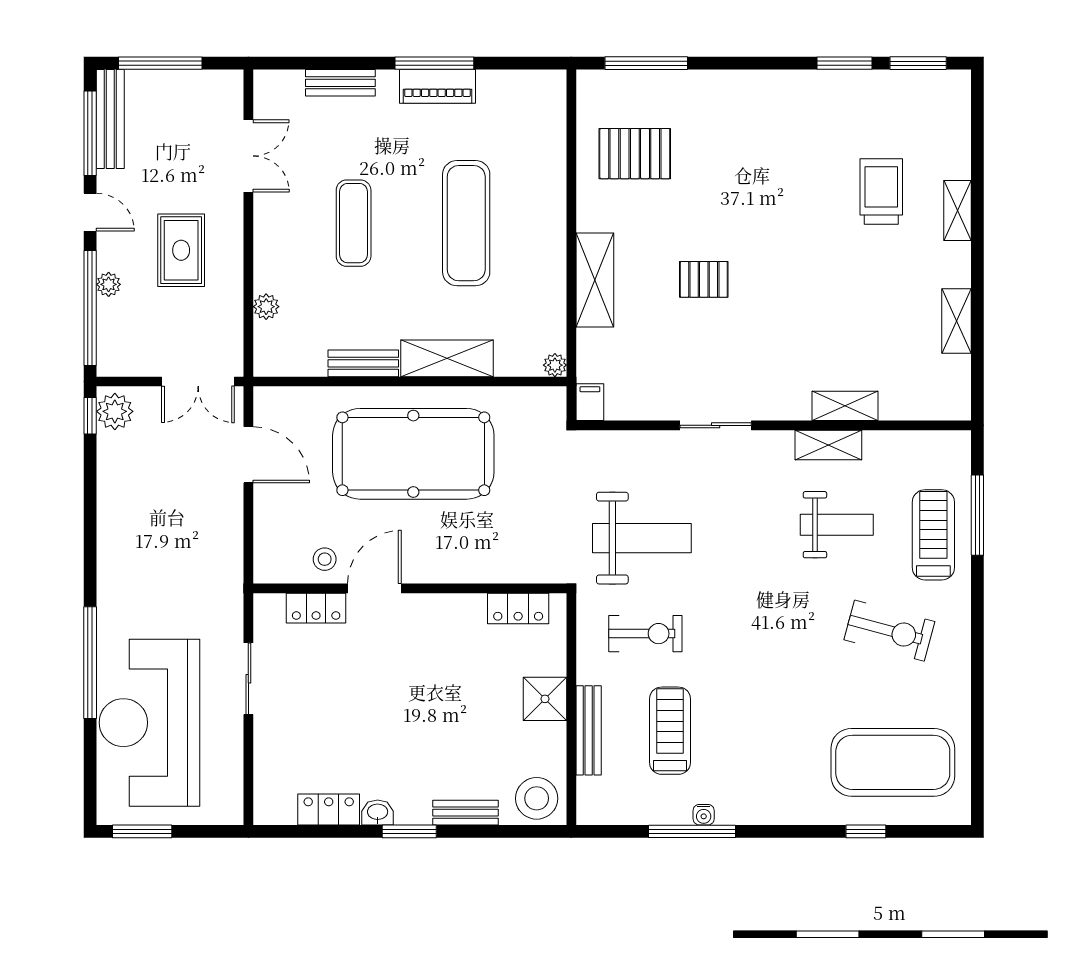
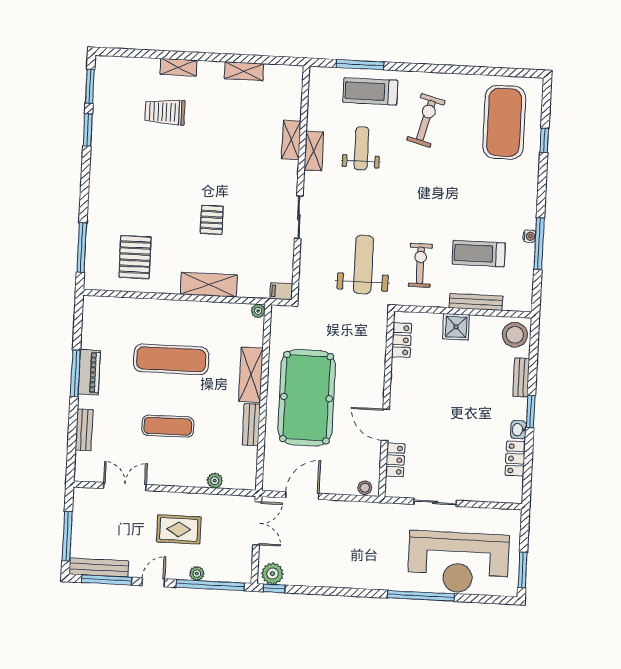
stool: (325, 559) -> (365, 488), moved

